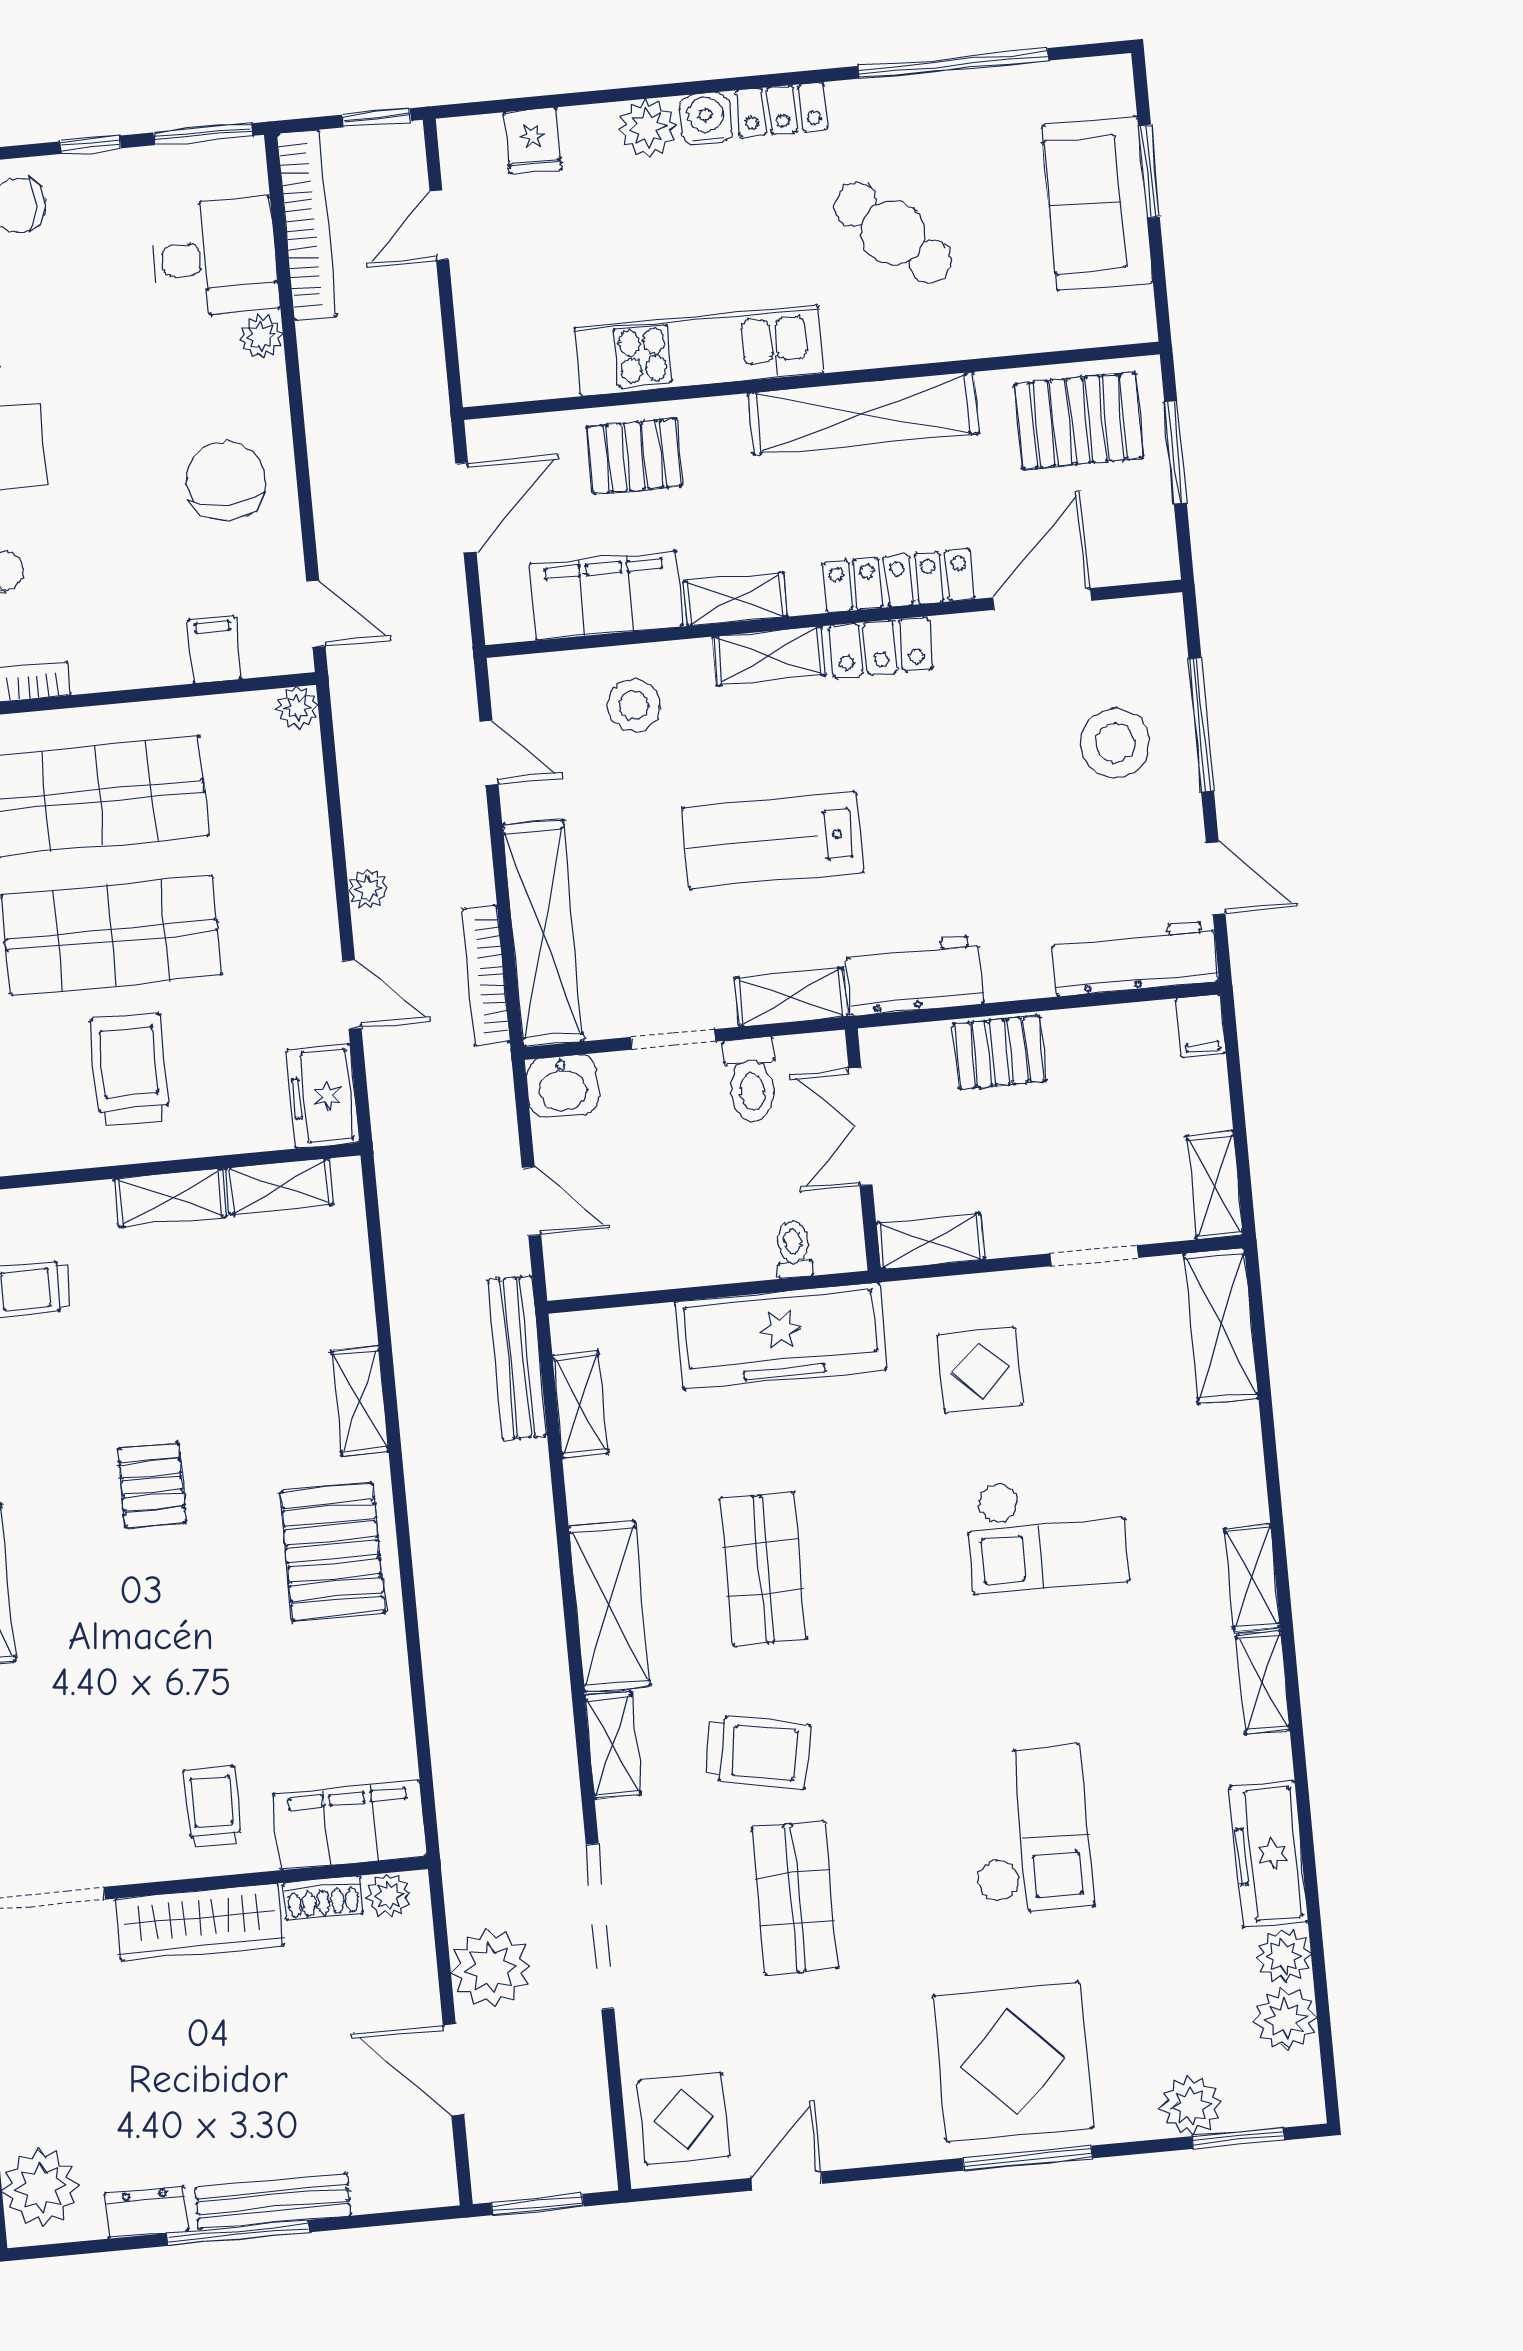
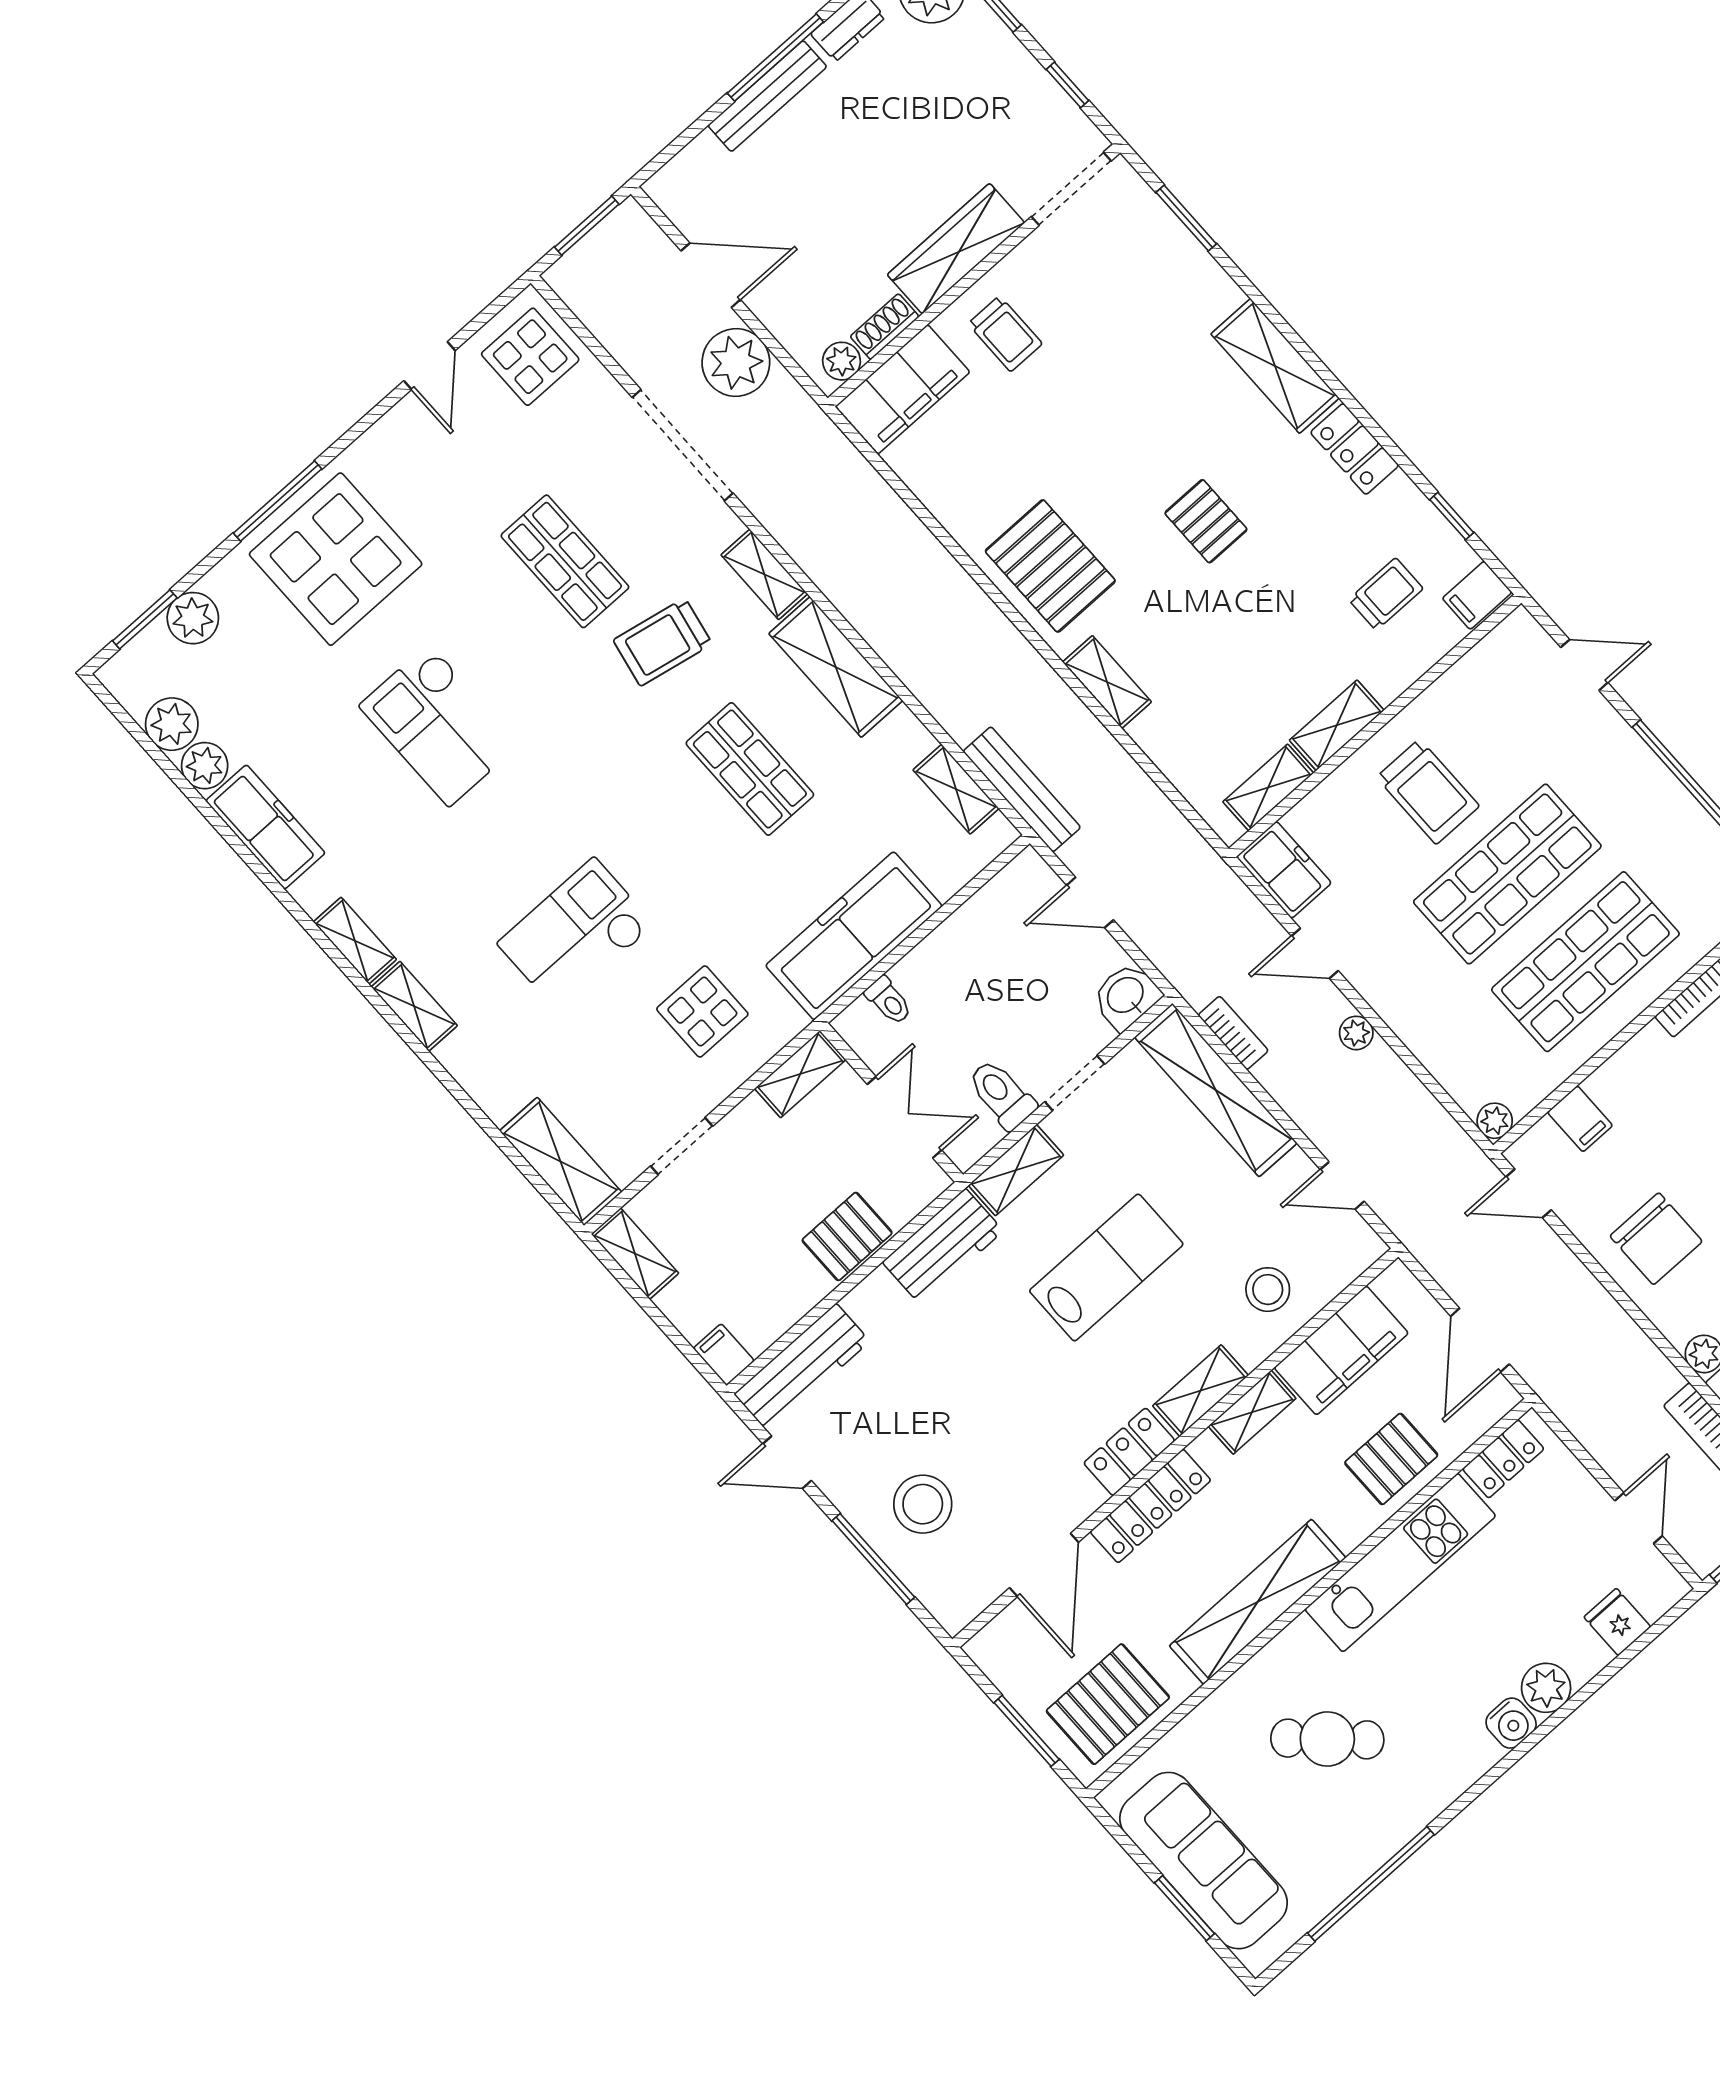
locker: (782, 110) -> (1503, 1459), moved, turned 180
sofa: (1097, 203) -> (1204, 1861), width x1.36
bookcase: (486, 976) -> (1233, 1033), width x0.64

